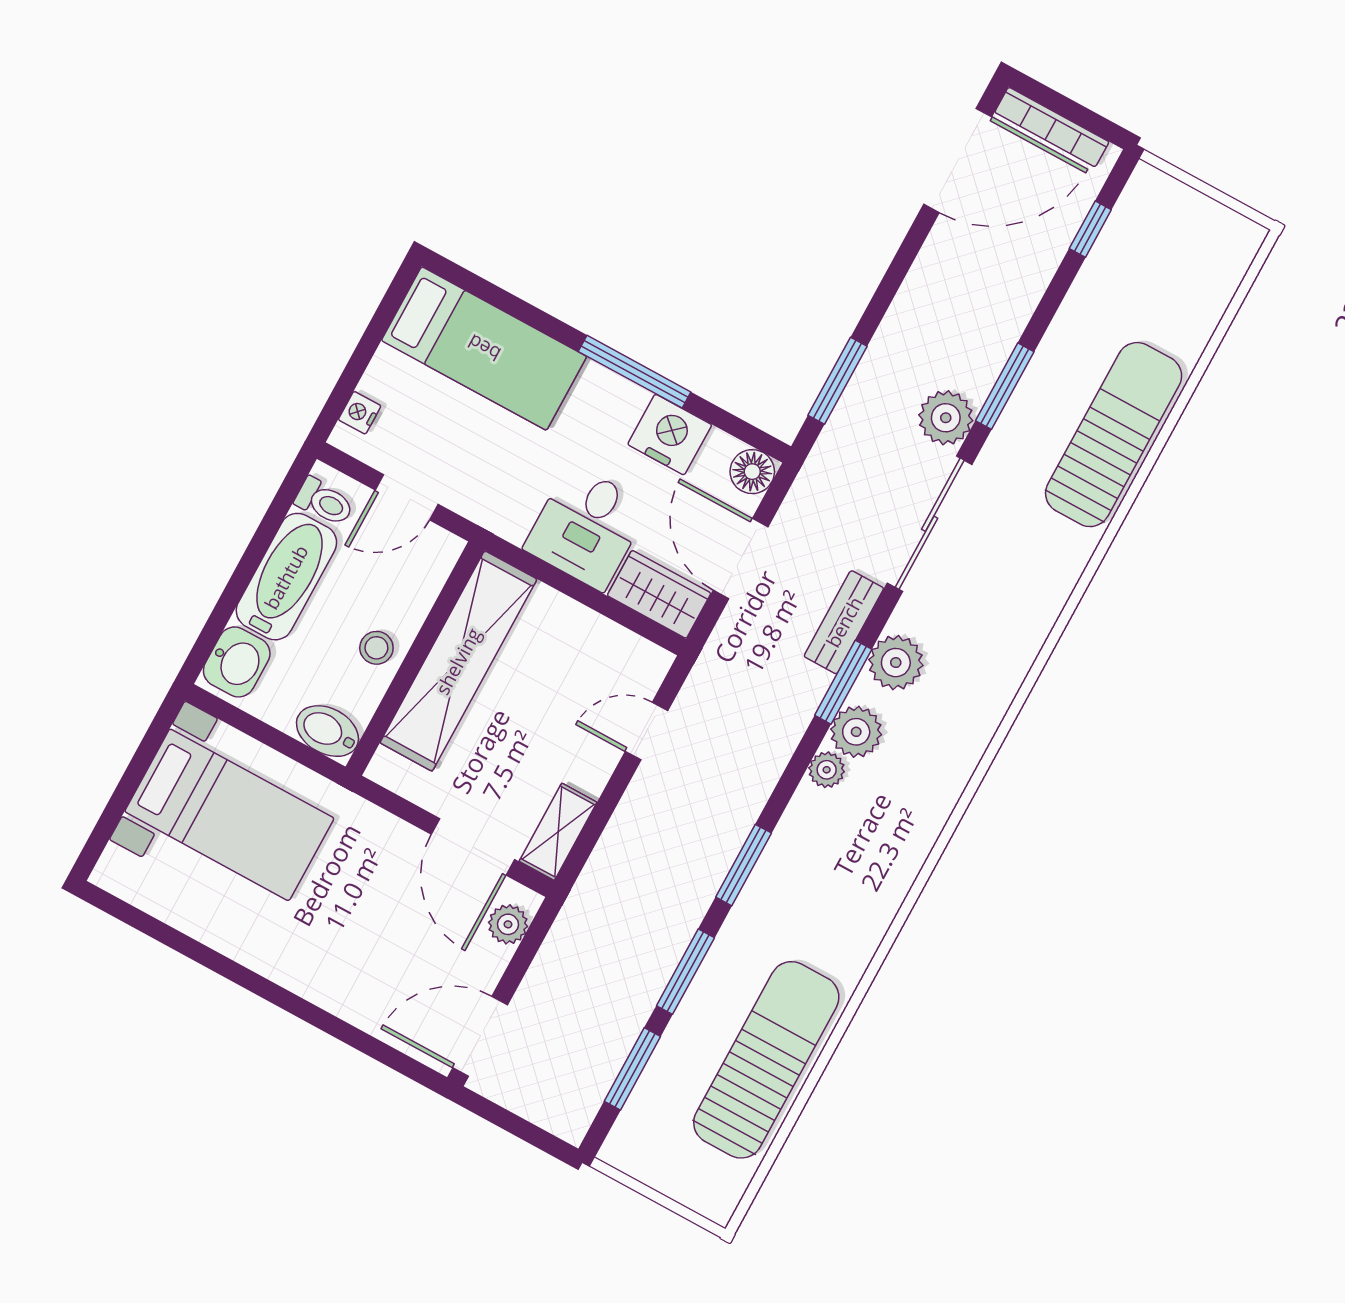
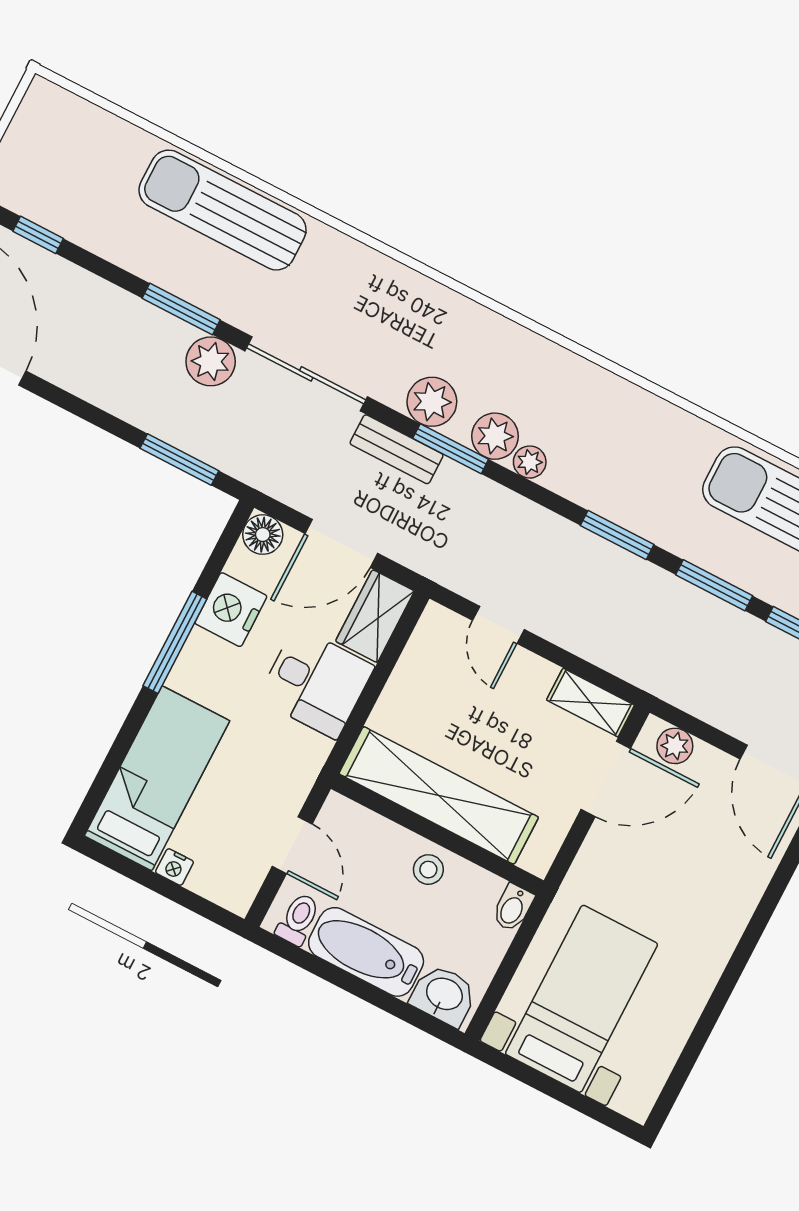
nightstand: (360, 413) -> (174, 867), moved
bidet: (327, 731) -> (513, 908), width x0.72, depth x0.74

